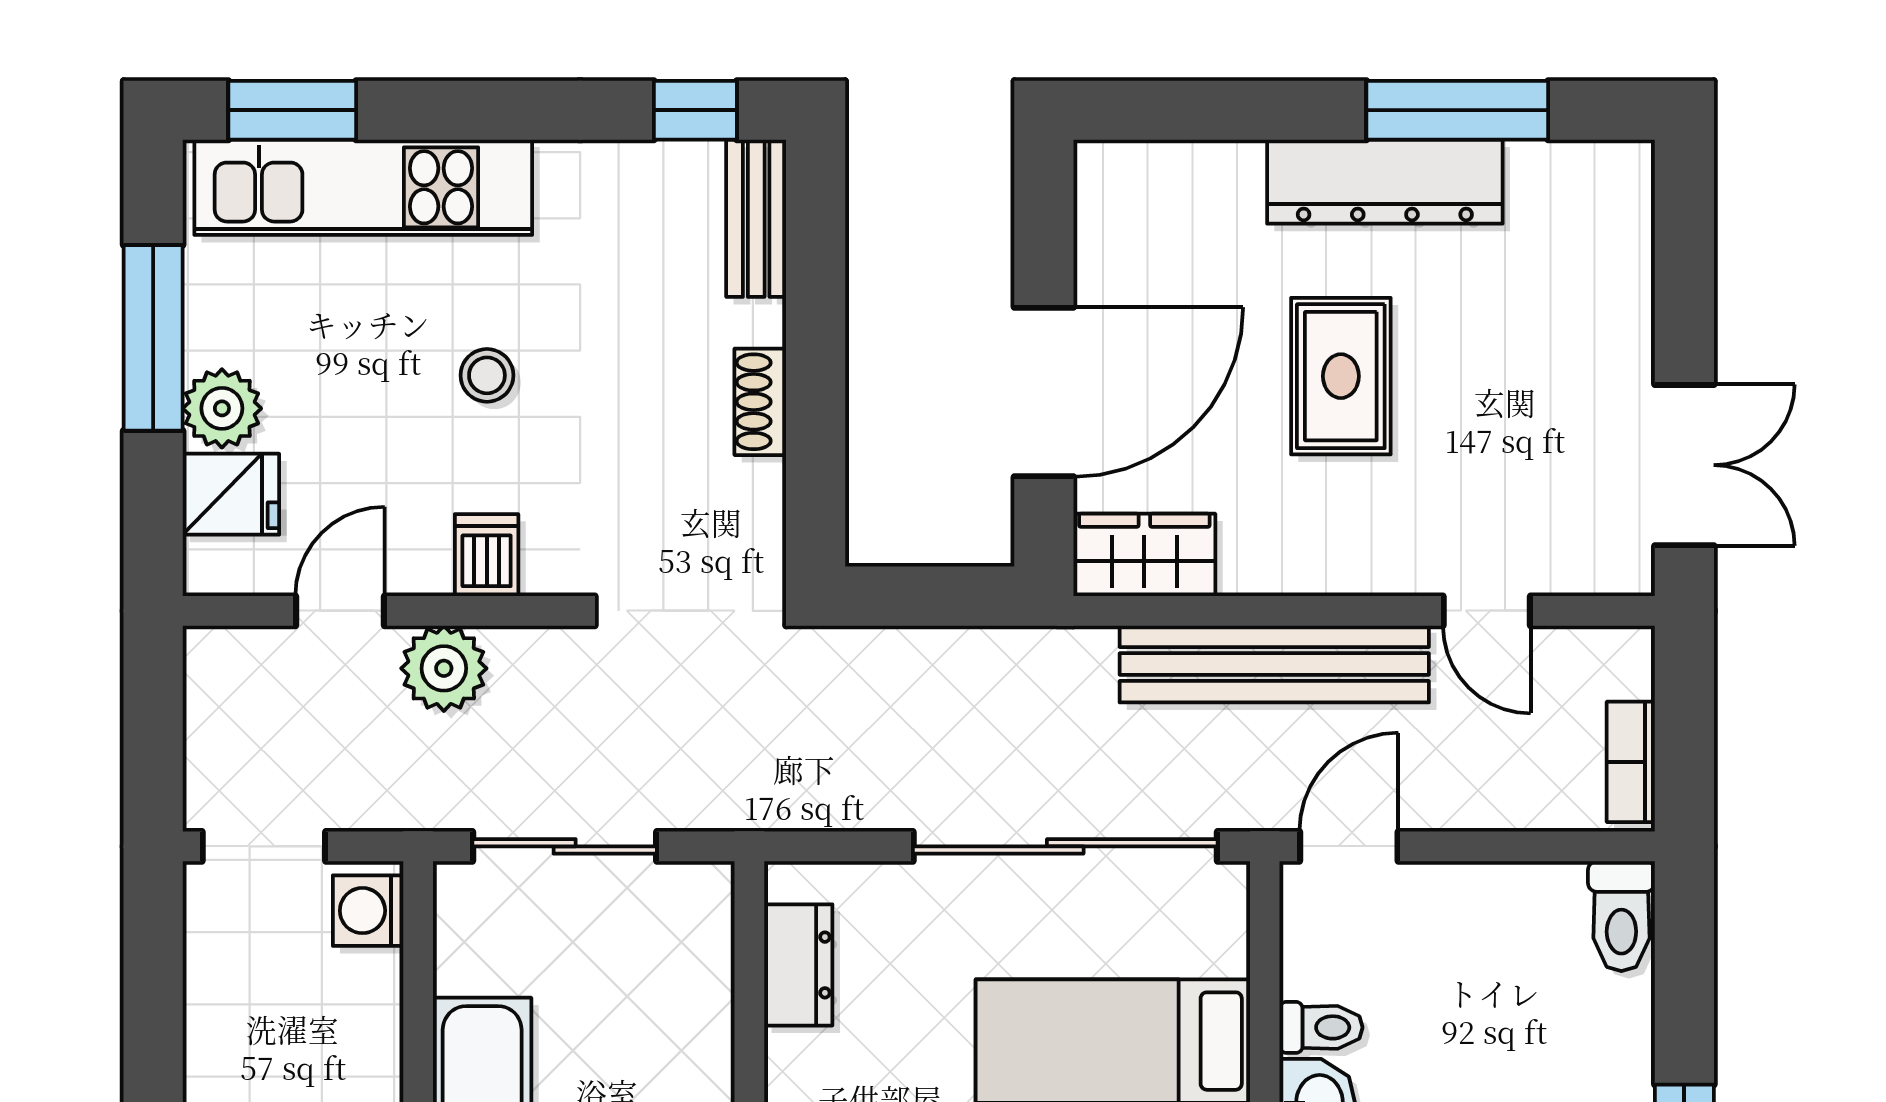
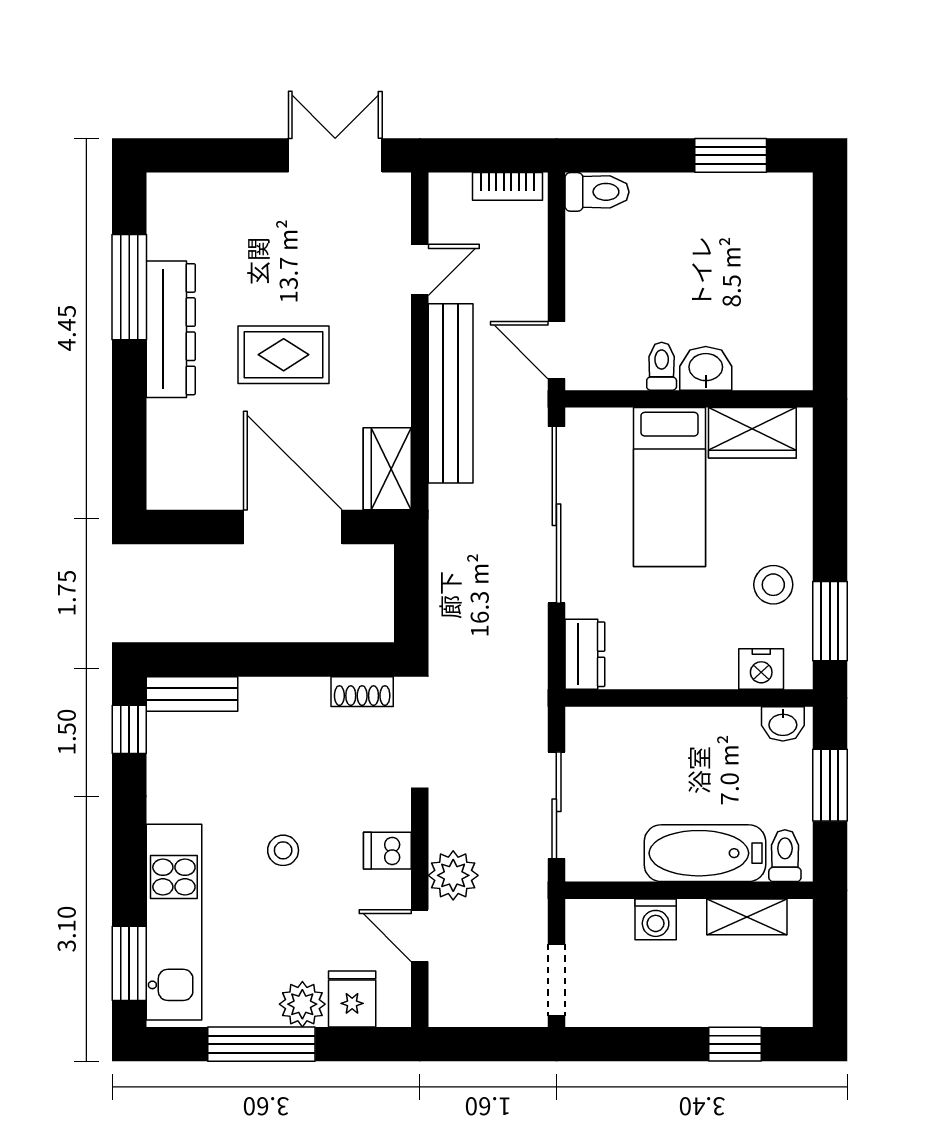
shoe rack: (760, 402) -> (362, 692), moved
washing machine: (368, 911) -> (656, 919), moved
dresser: (798, 965) -> (585, 654), moved, turned 90

